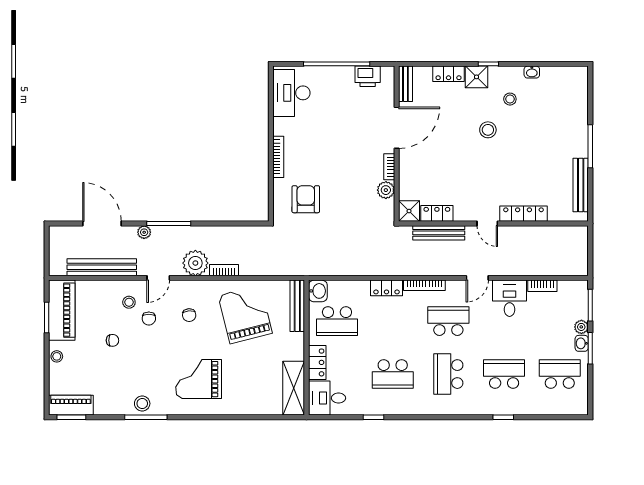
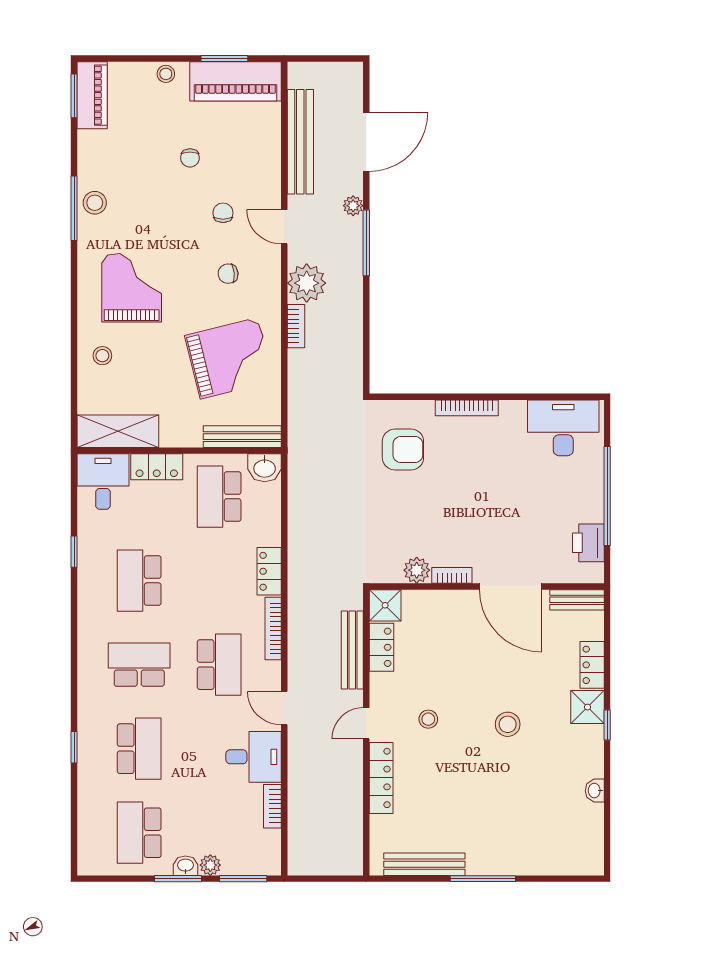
stool: (510, 99) -> (428, 719), moved
stool: (129, 302) -> (102, 356), moved
chair: (149, 319) -> (223, 213), turned 90
school desk: (560, 374) -> (139, 833), turned 180

